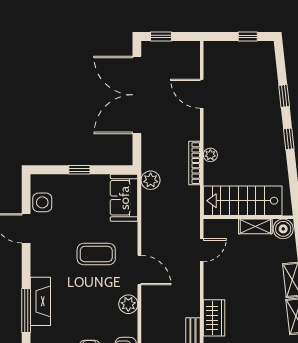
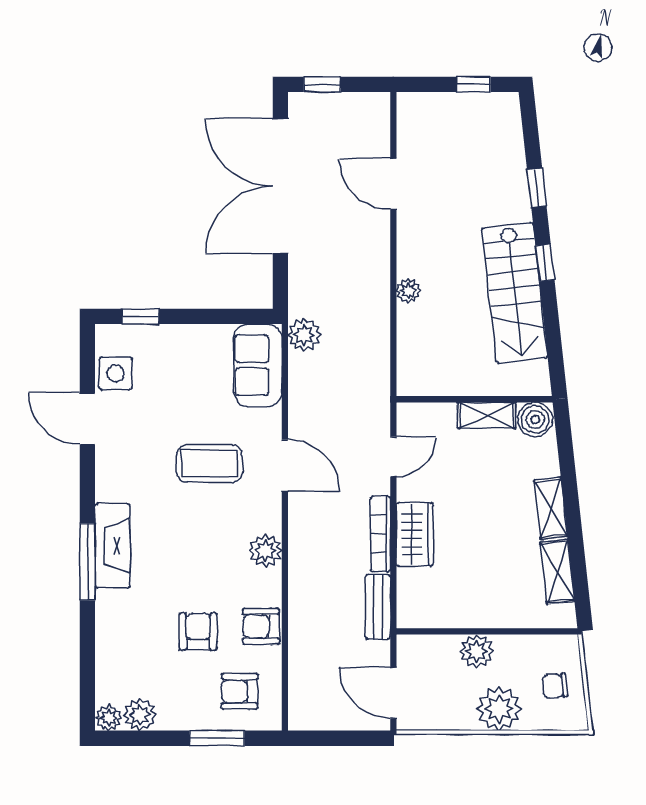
bookcase: (194, 163) -> (381, 534), moved
window: (79, 170) -> (140, 316), moved
stairs: (243, 201) -> (515, 293), moved, turned -96
door: (139, 270) -> (285, 465), moved
wardrobe: (214, 318) -> (415, 534), moved

